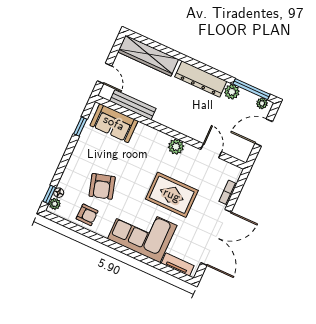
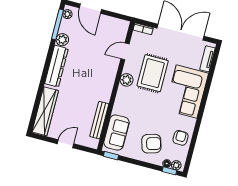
bench: (133, 105) -> (99, 120), moved
sofa: (114, 123) -> (116, 133), moved
wall: (171, 132) -> (116, 86), moved
plant: (176, 147) -> (127, 80), moved
door: (211, 151) -> (125, 51), moved
armchair: (102, 186) -> (151, 144), moved

